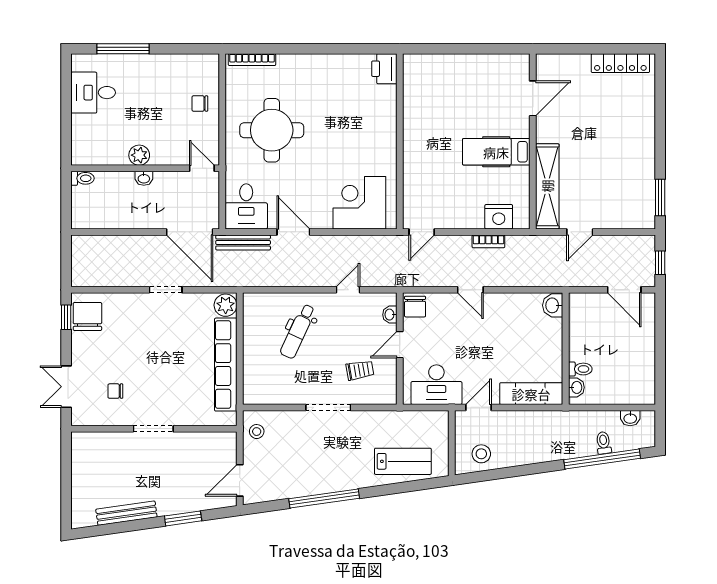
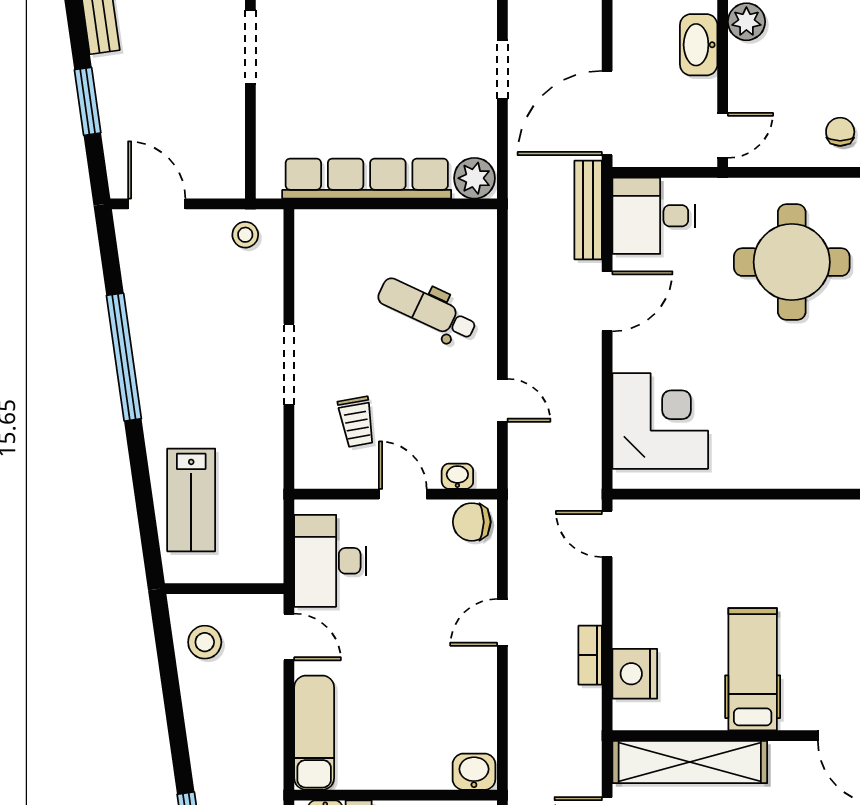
washbasin: (144, 178) -> (699, 45), width x1.91, depth x1.45

